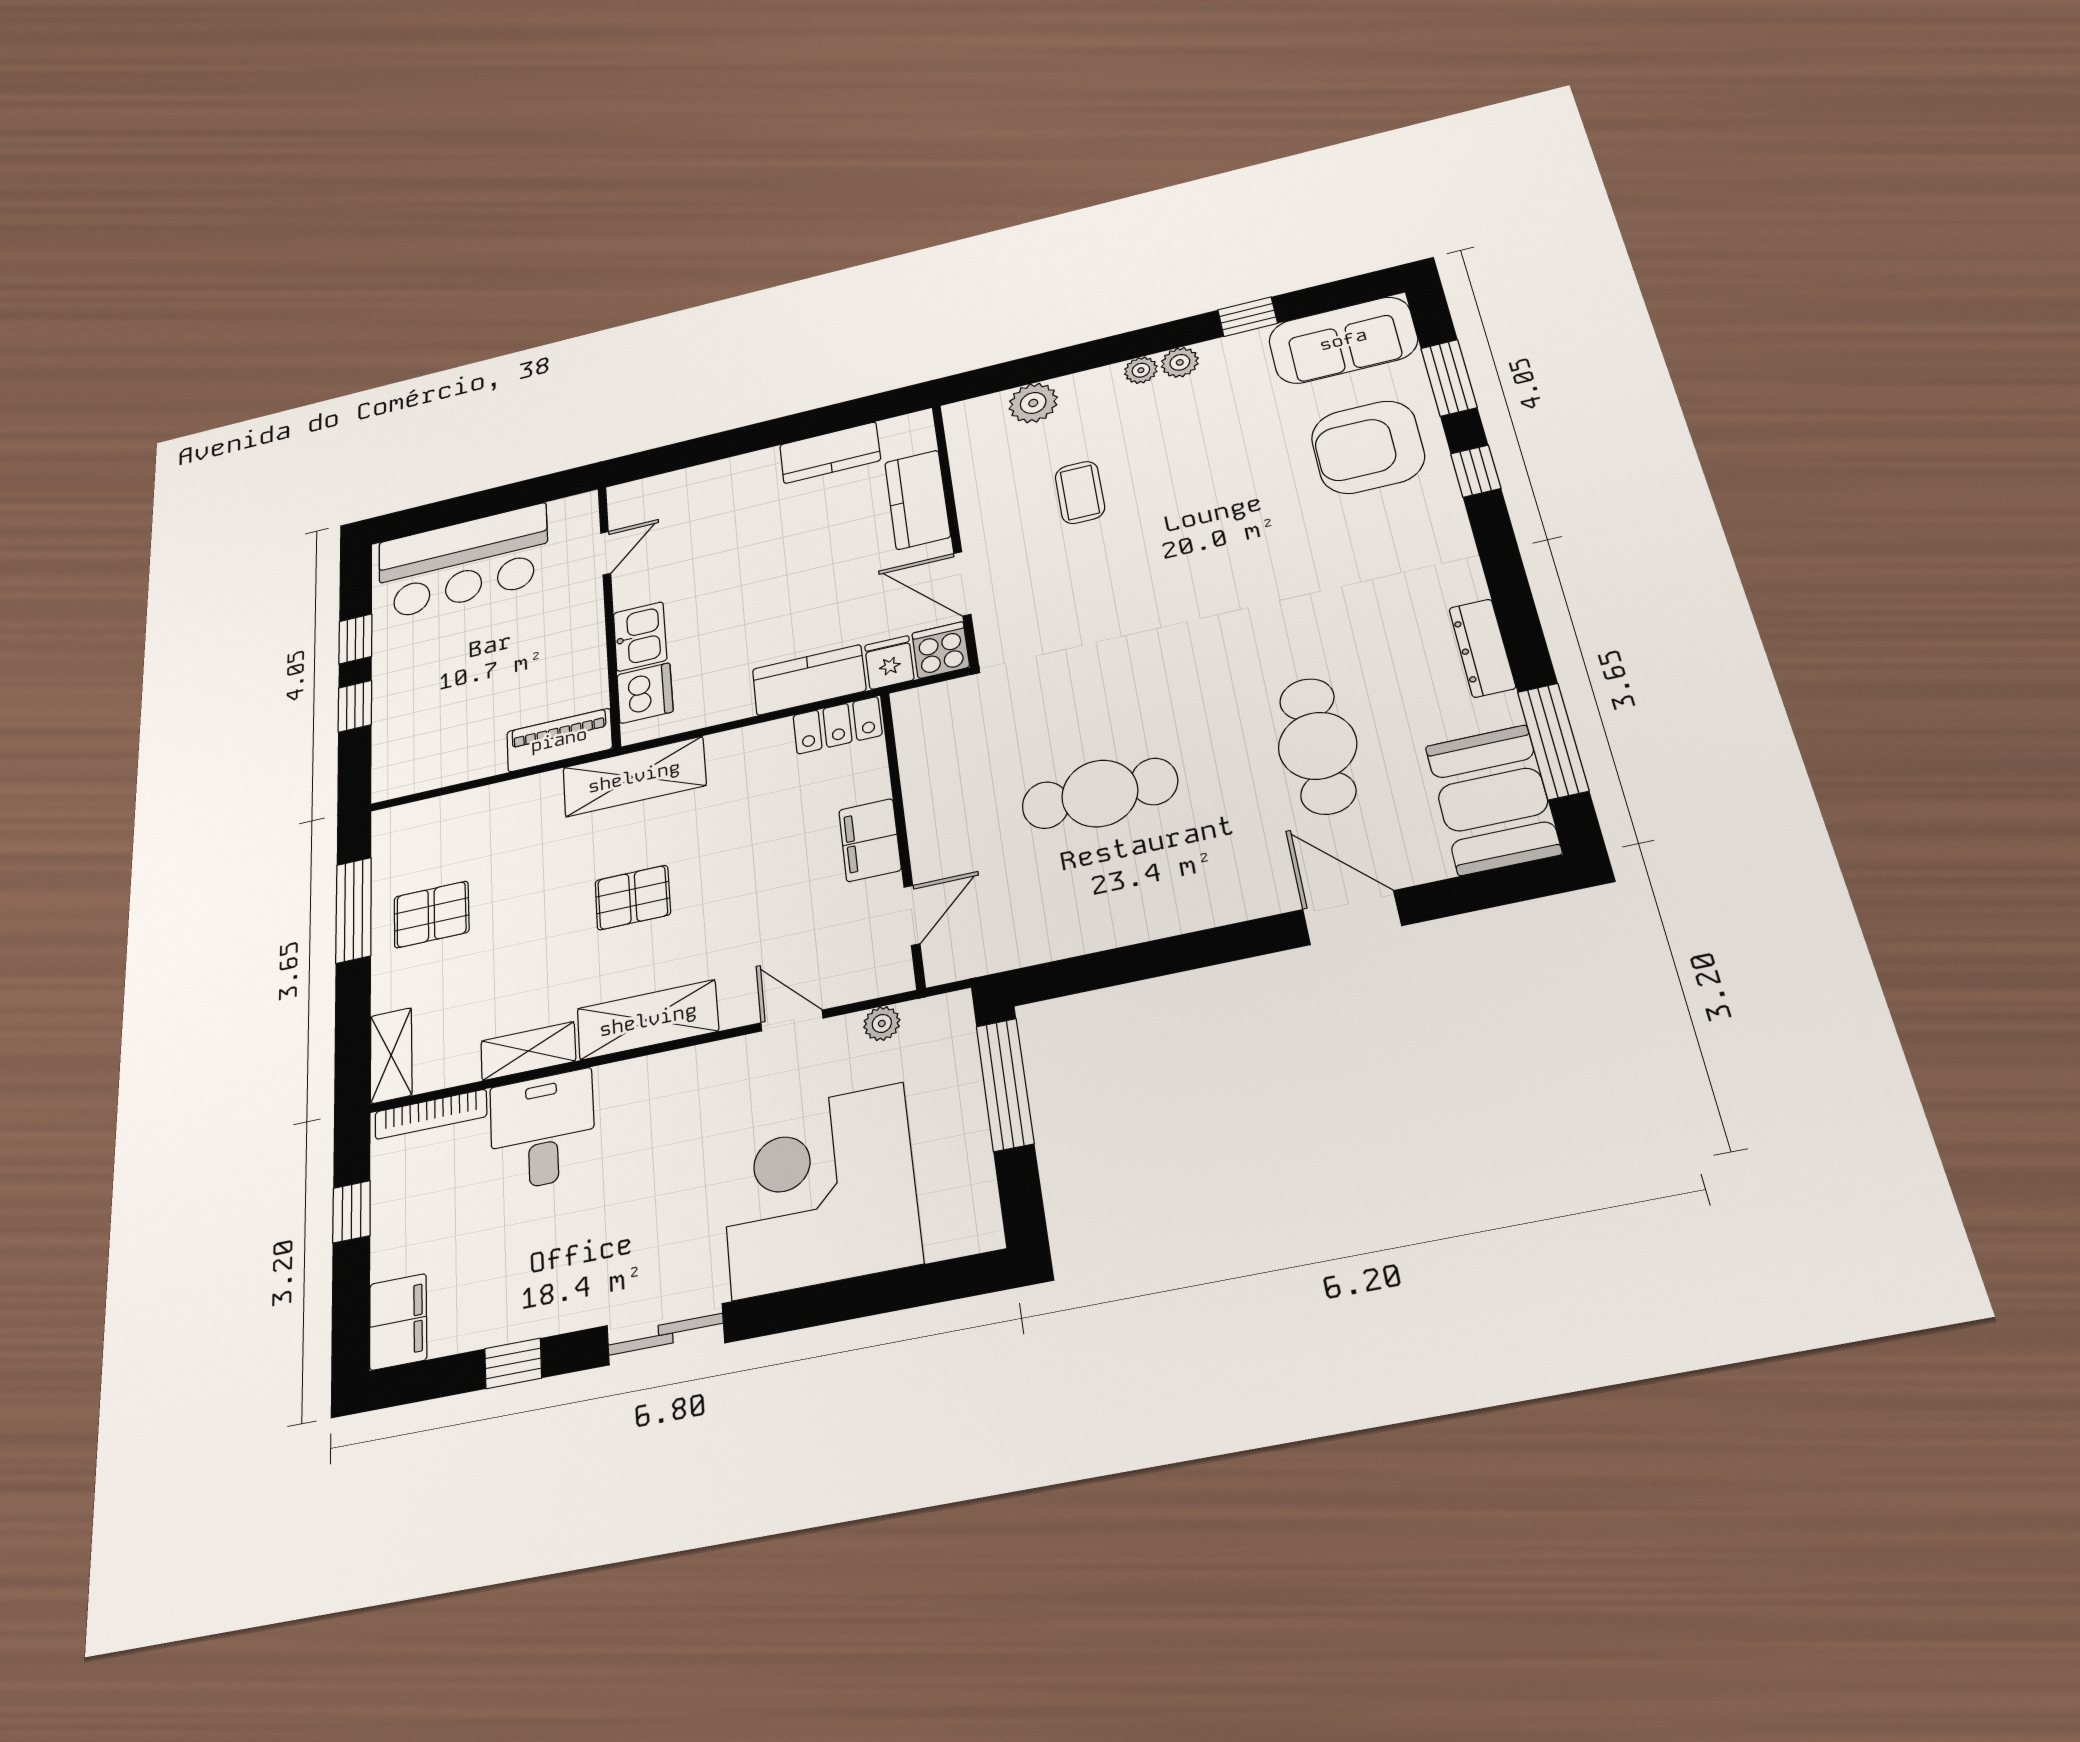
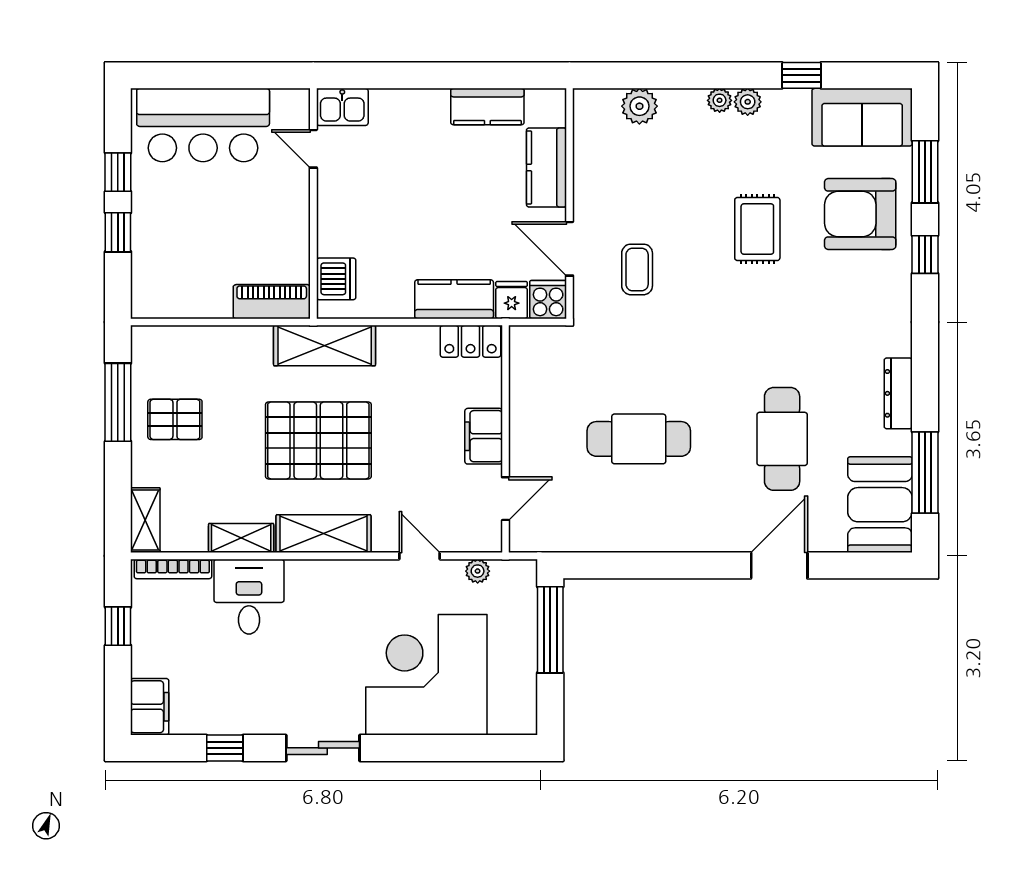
coffee table: (1080, 492) -> (637, 269), moved
rug: (1224, 499) -> (757, 229), added
door: (606, 553) -> (313, 149), swing flipped
kitchen sink: (640, 636) -> (342, 107), moved, turned 90
pallet: (633, 898) -> (318, 440), width x2.05, depth x2.00
door: (1352, 918) -> (779, 565), hinge flipped

